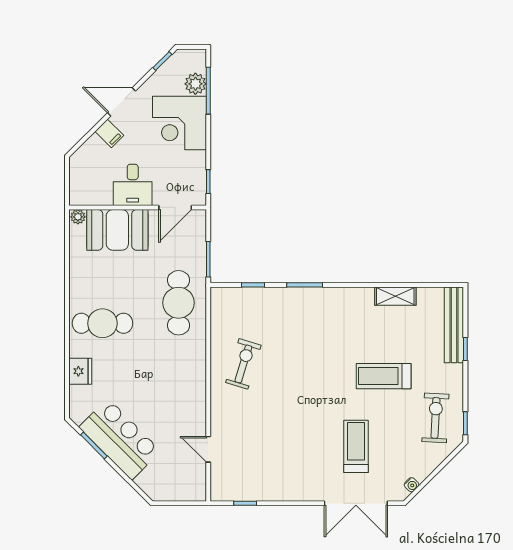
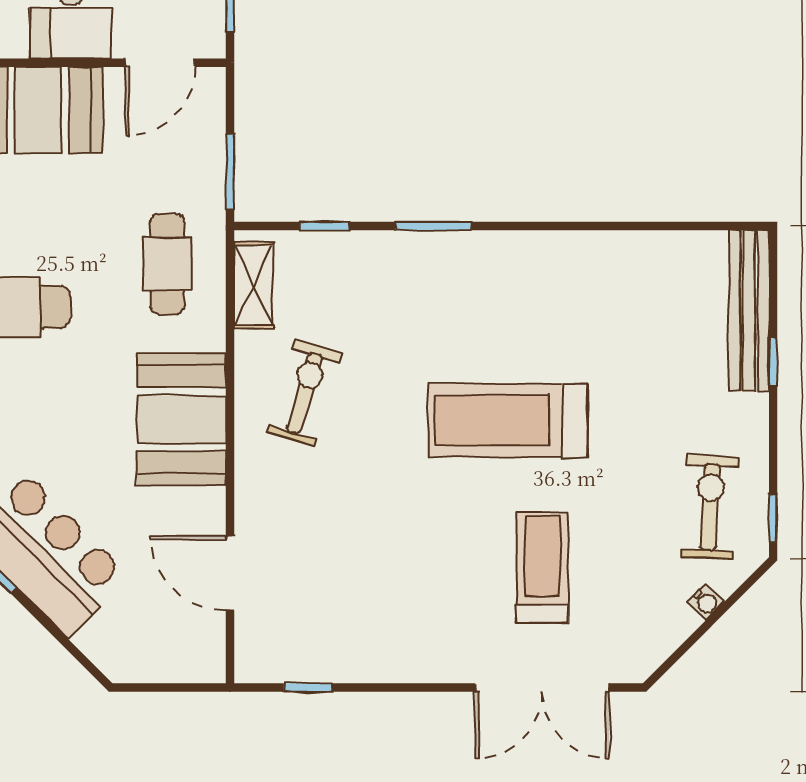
shelving: (395, 296) -> (254, 285), moved, turned 90
cafe table: (179, 303) -> (167, 264), width x0.73, depth x0.74
booth: (185, 376) -> (182, 420), added
treadmill: (384, 376) -> (508, 420), moved, width x1.37, depth x1.38
door: (208, 449) -> (230, 573), width x1.38
water cooler: (412, 485) -> (706, 602), moved

